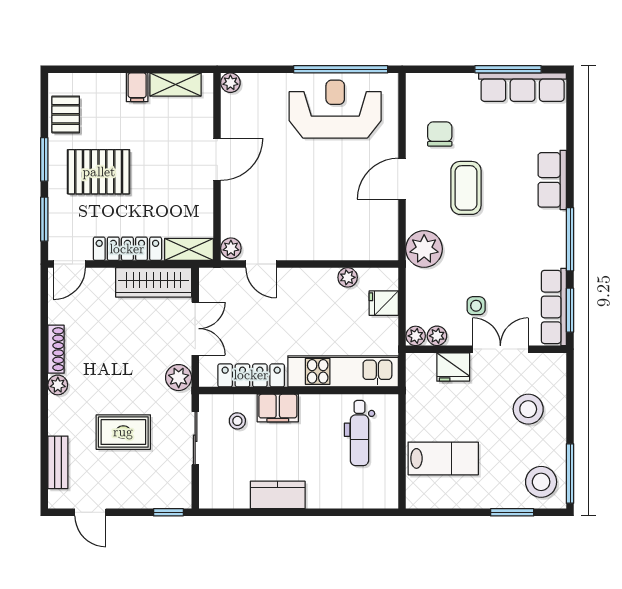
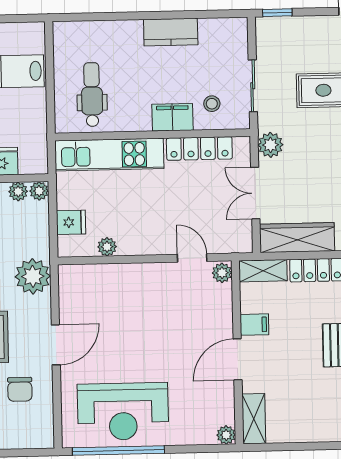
shelving: (176, 84) -> (254, 419), moved, turned 90
filing cabinet: (137, 87) -> (254, 325), moved, turned 90

